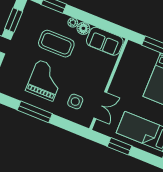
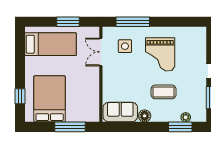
plant: (73, 23) -> (186, 117), moved
coffee table: (56, 44) -> (164, 92), width x0.73, depth x0.76
window: (35, 112) -> (133, 22), moved

